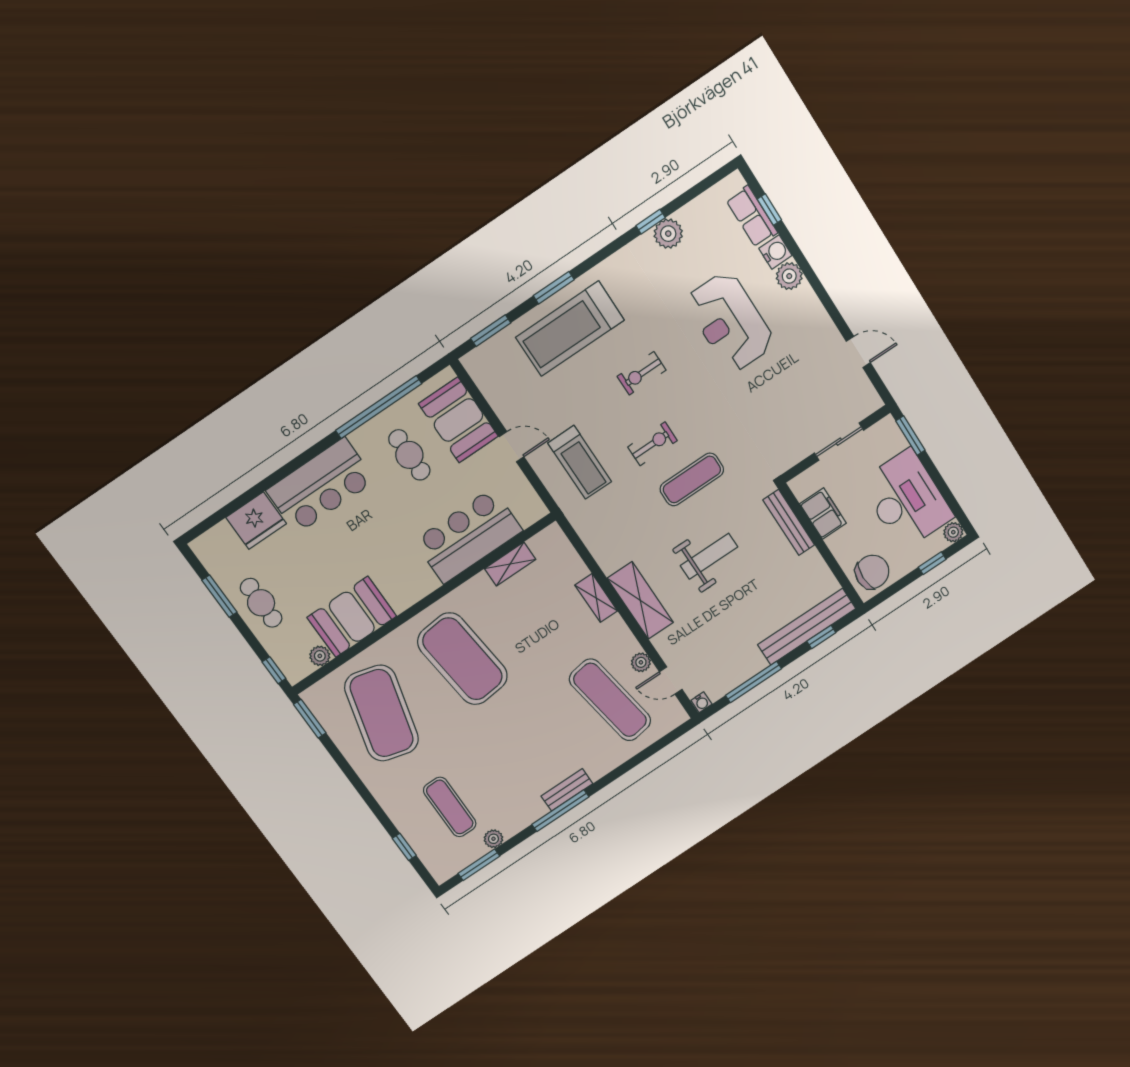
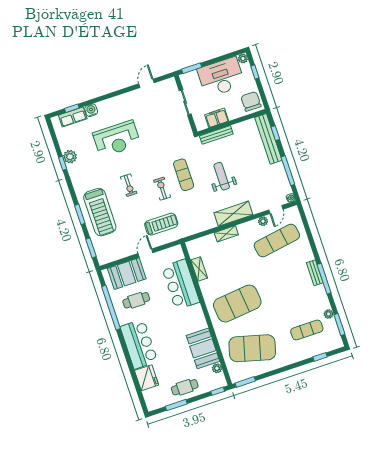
plant: (789, 276) -> (104, 107), removed

